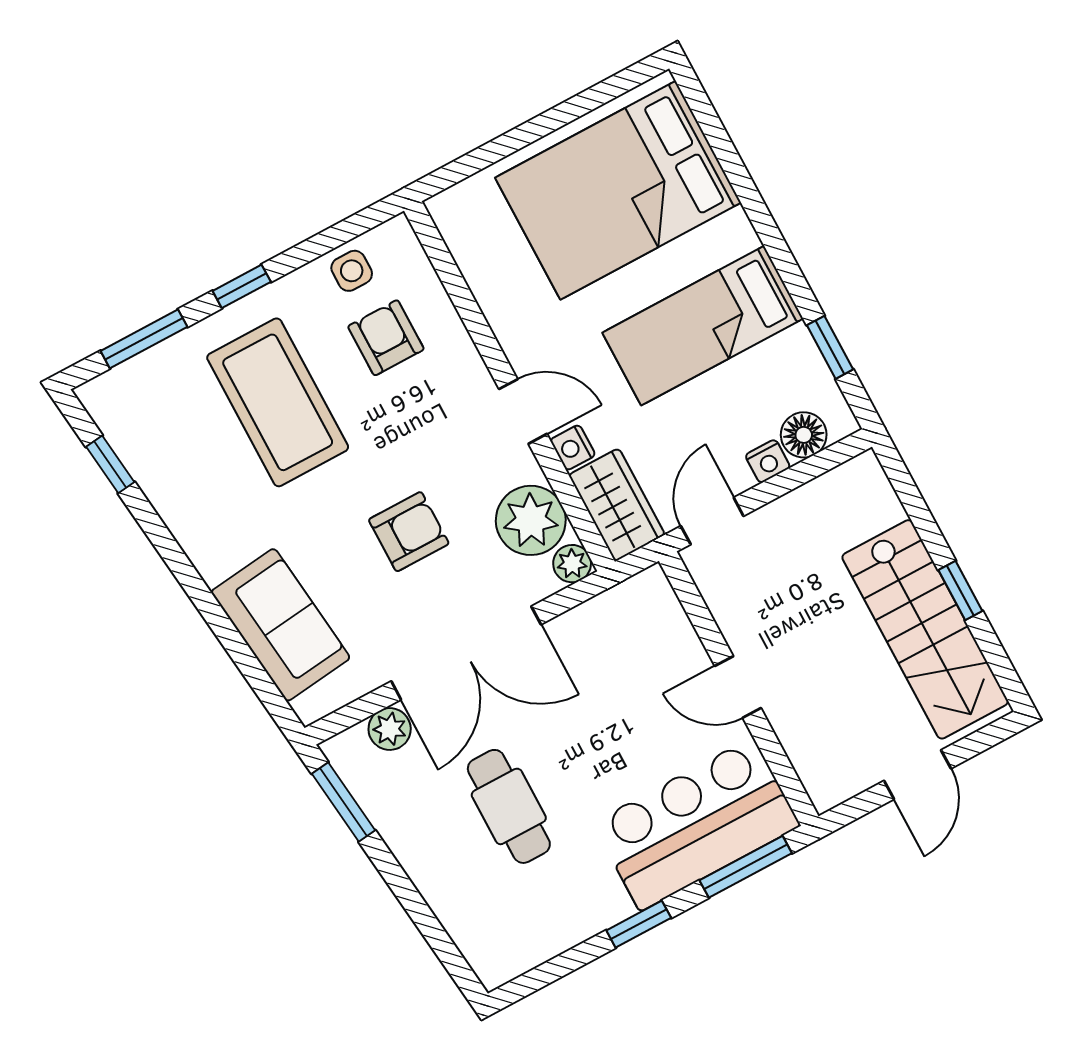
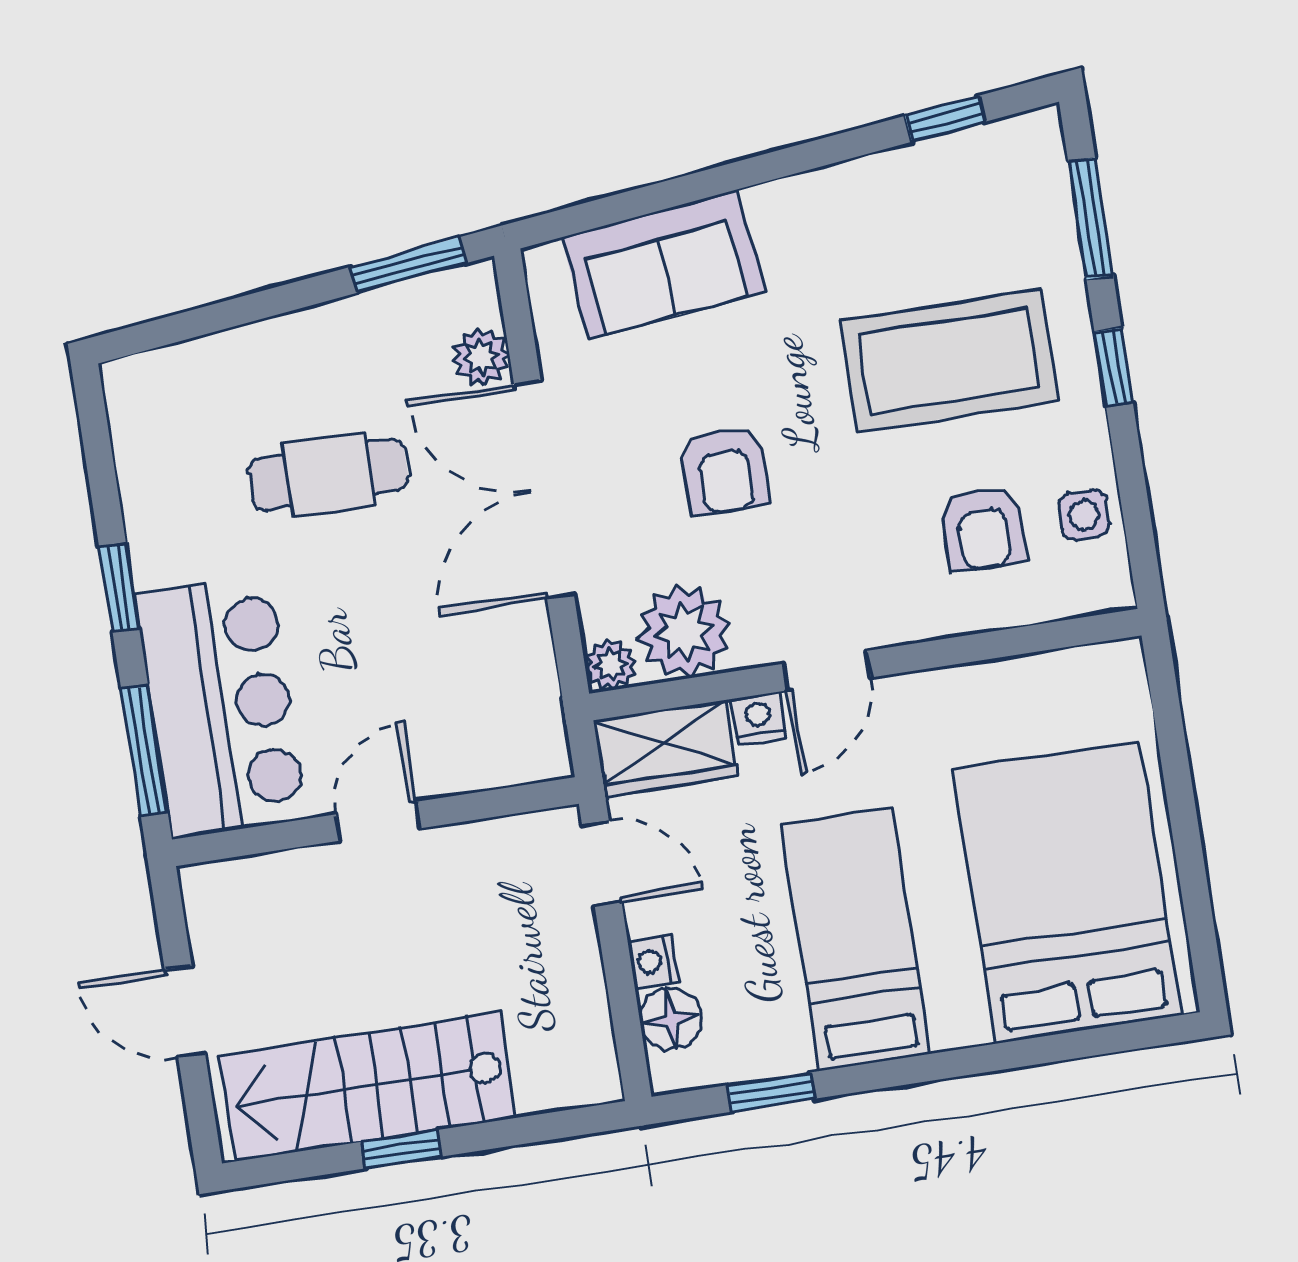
armchair: (386, 338) -> (983, 528), turned 90

